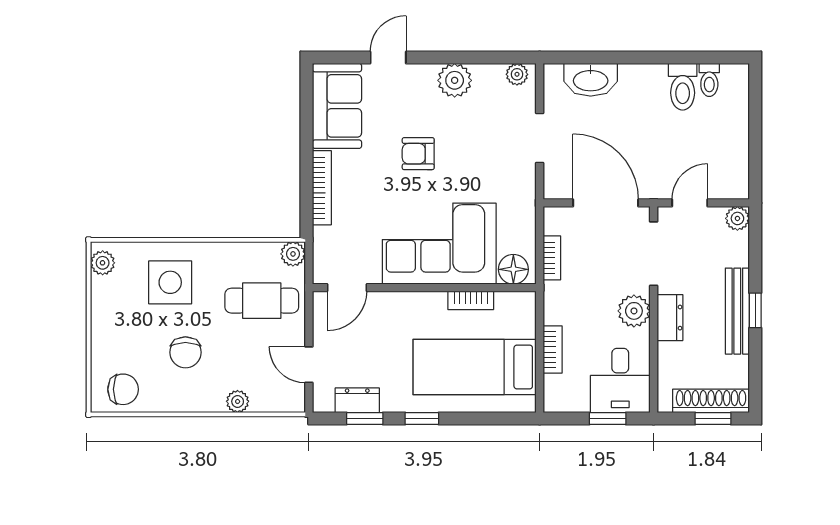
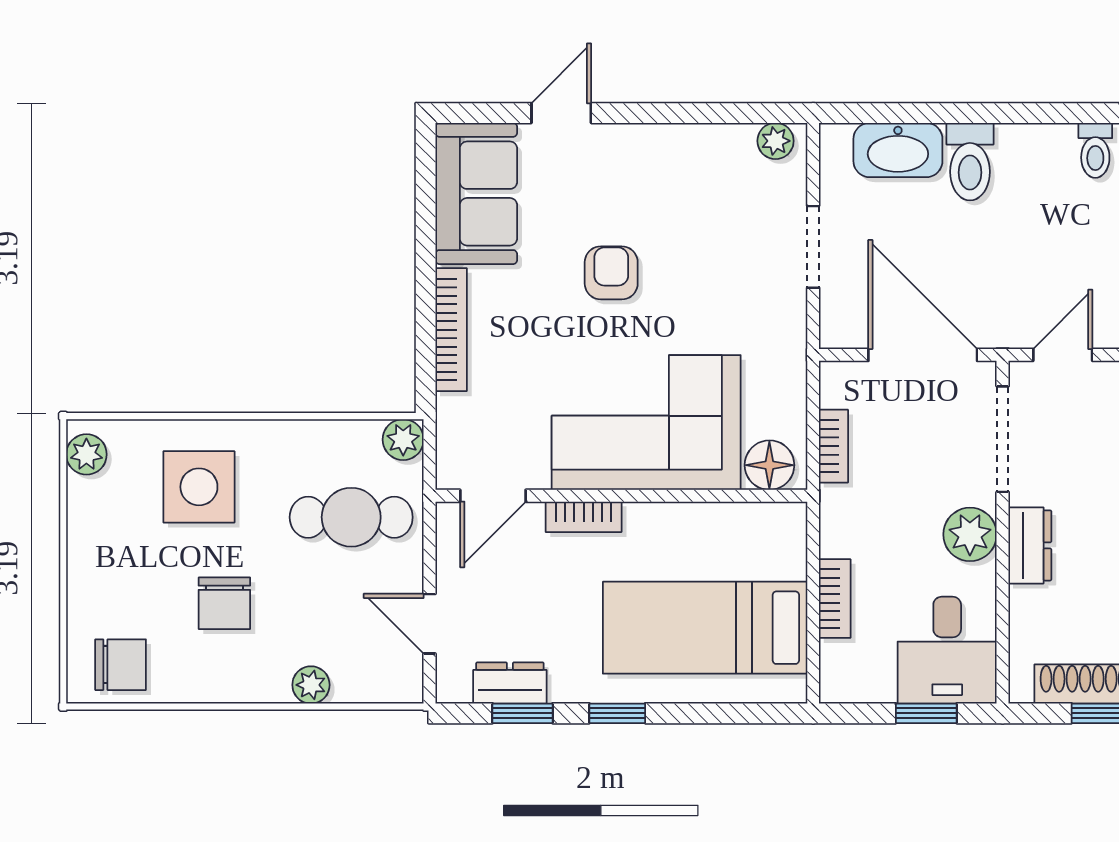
plant: (455, 80) -> (672, 151), removed
toilet: (683, 87) -> (970, 162), moved
armchair: (418, 154) -> (611, 273), turned 90
bookcase: (471, 300) -> (584, 517), moved

